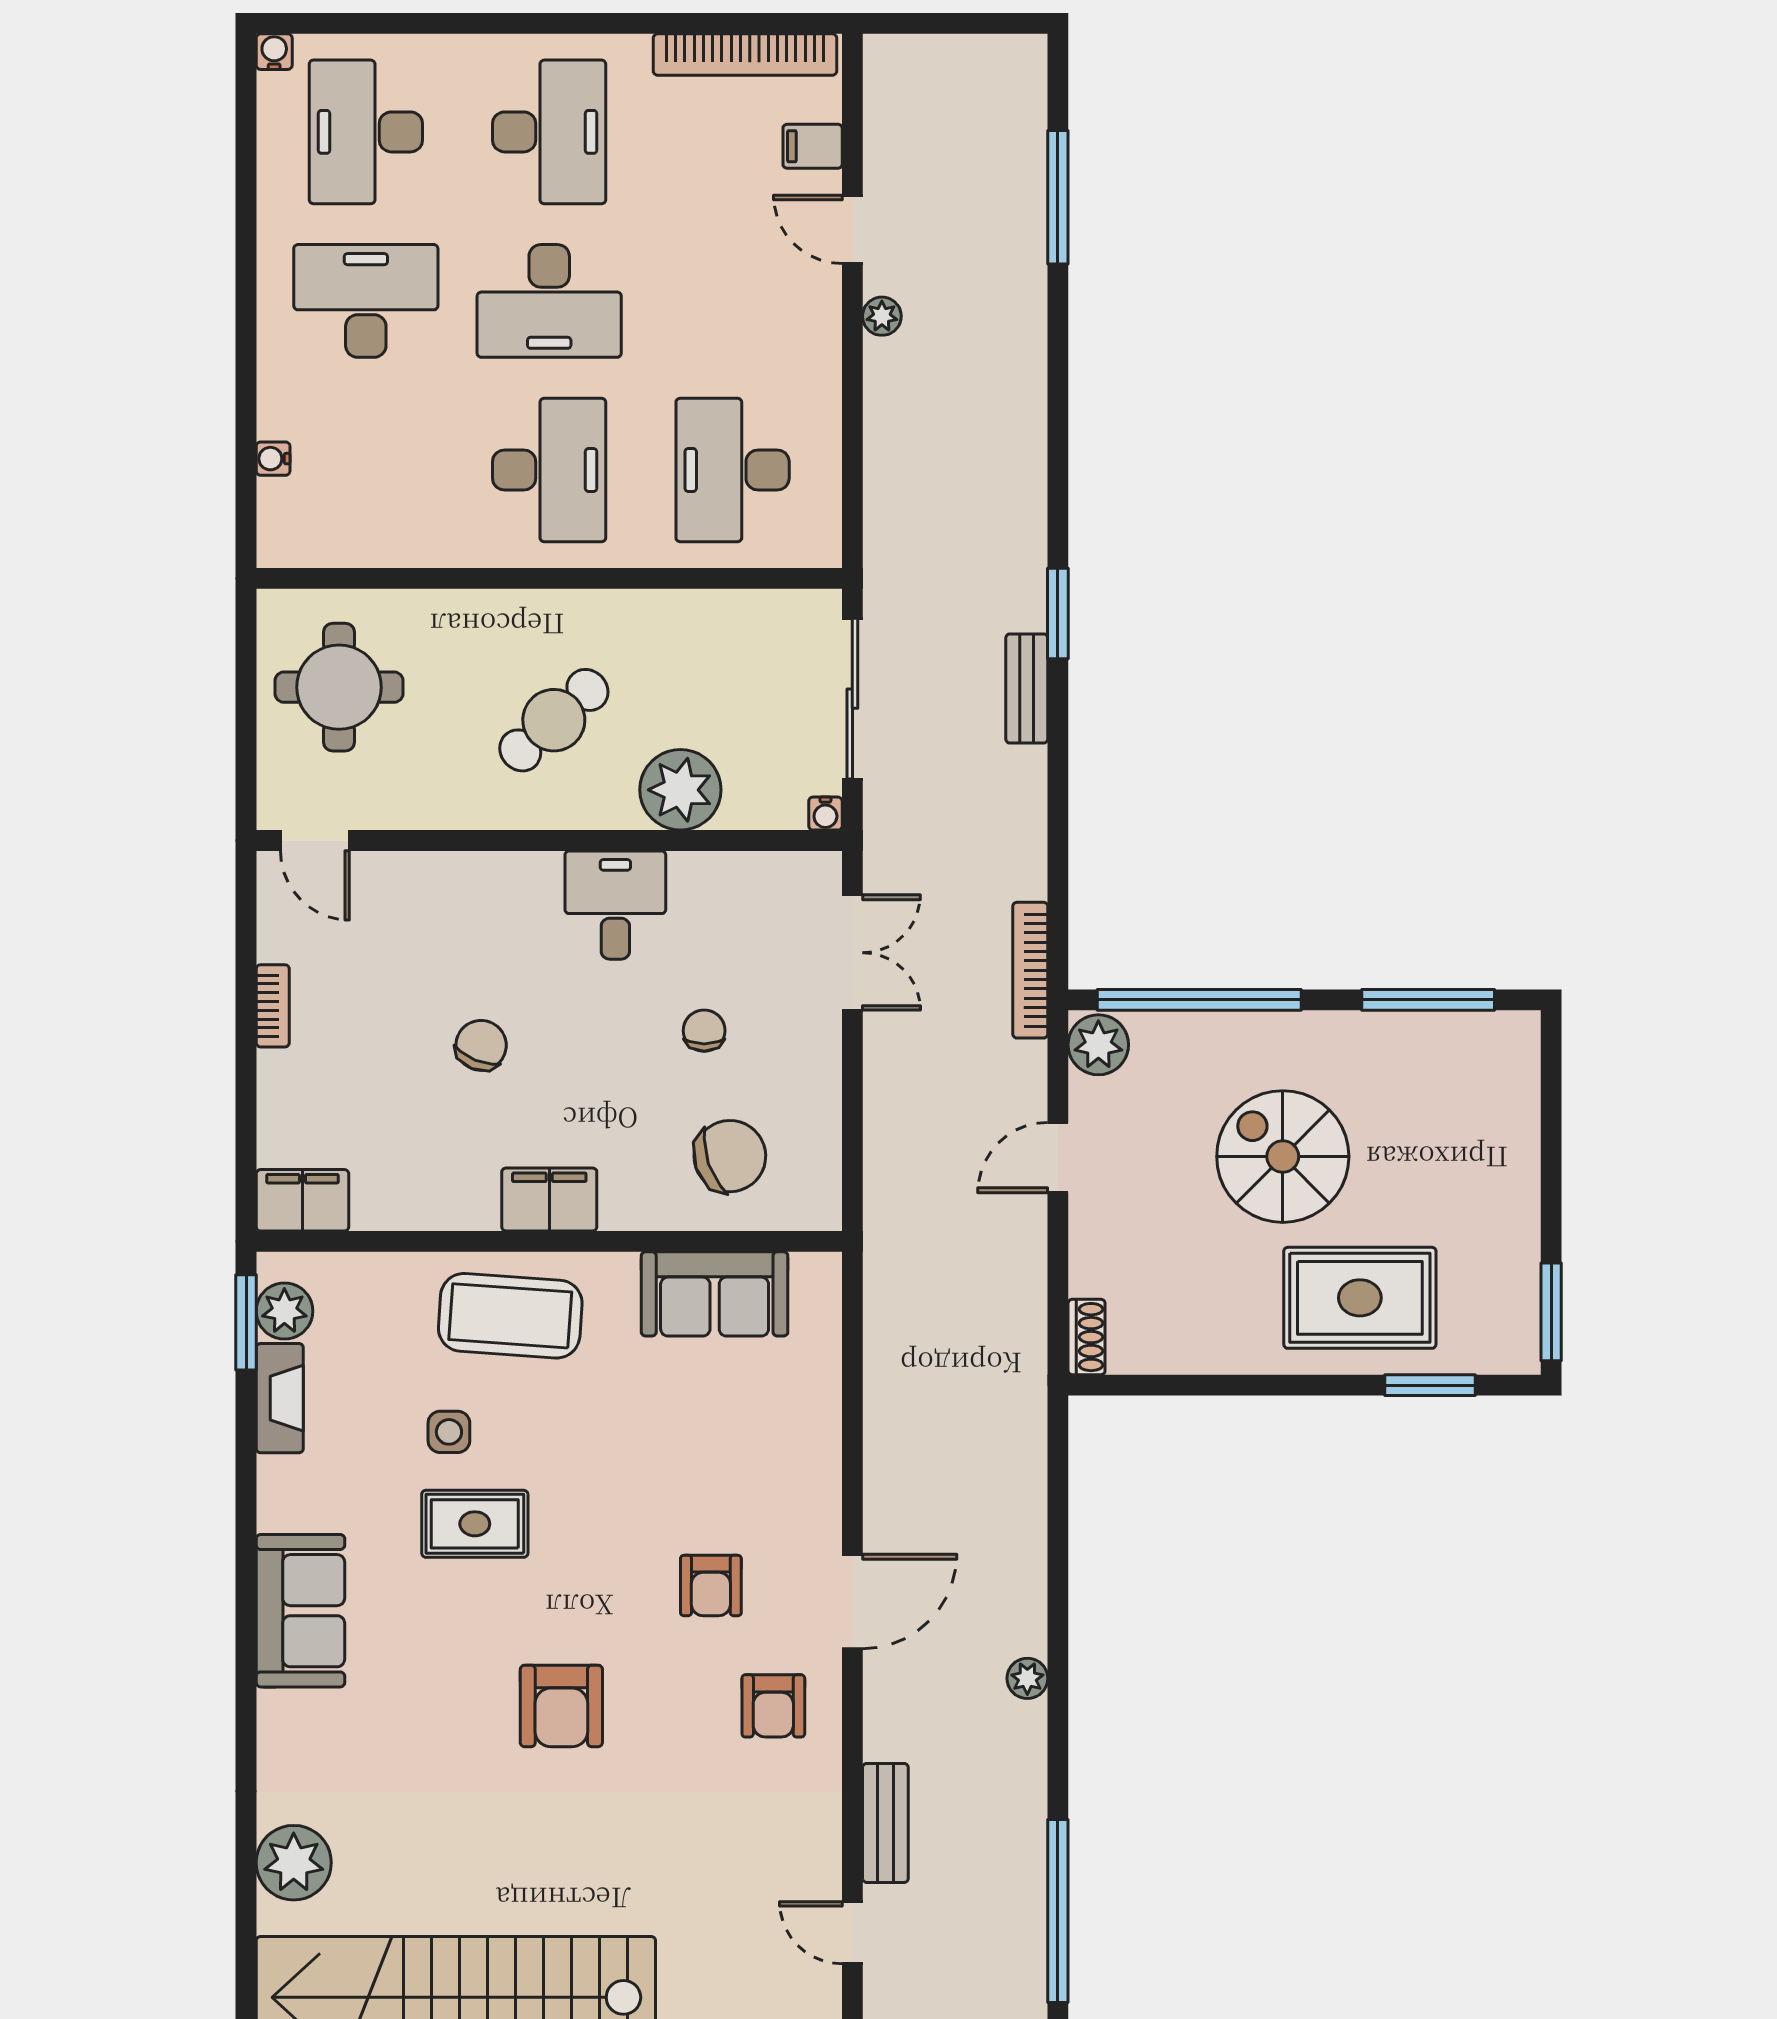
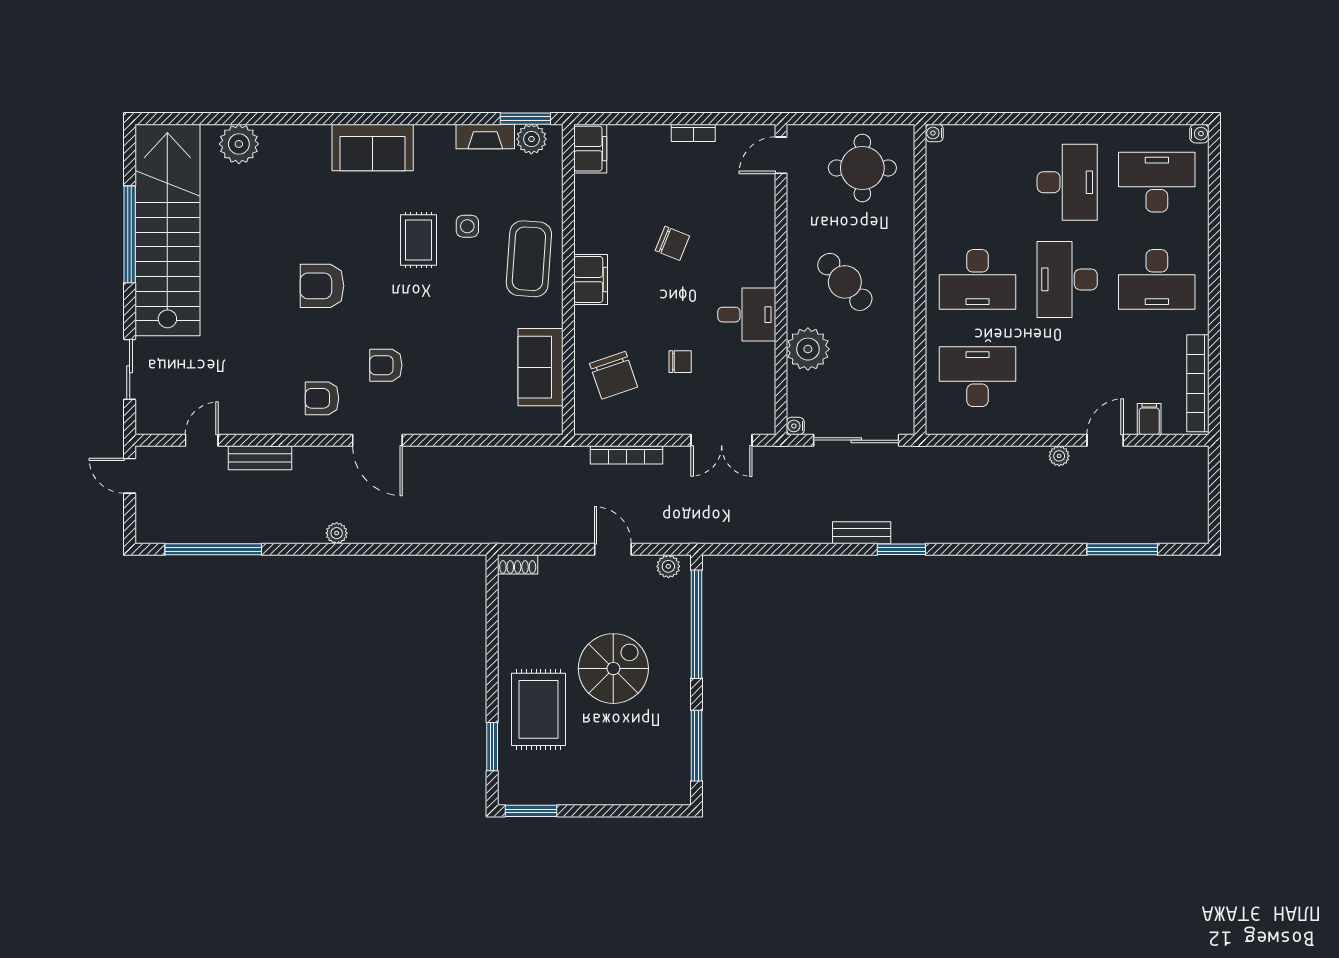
water cooler: (273, 459) -> (934, 133), moved, turned -90
bookcase: (1030, 970) -> (627, 455), moved, turned 180
plant: (1098, 1045) -> (668, 566), width x0.73, depth x0.73

